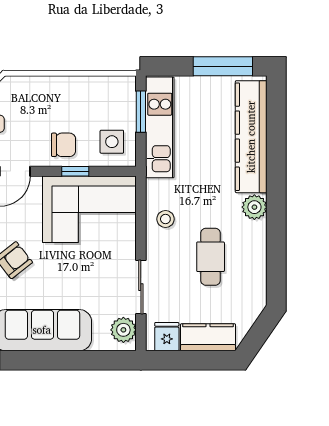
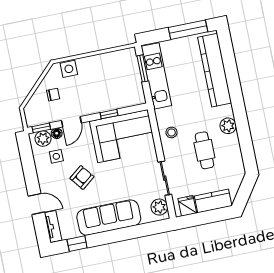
side table: (112, 142) -> (69, 69), moved
chair: (63, 145) -> (98, 99), removed
plant: (254, 207) -> (228, 126), moved

